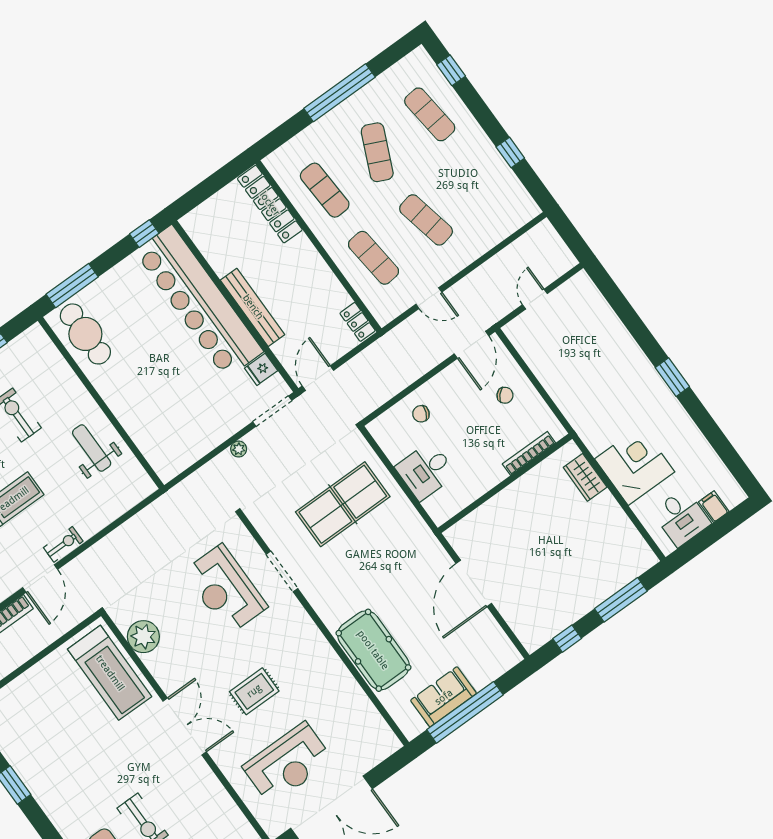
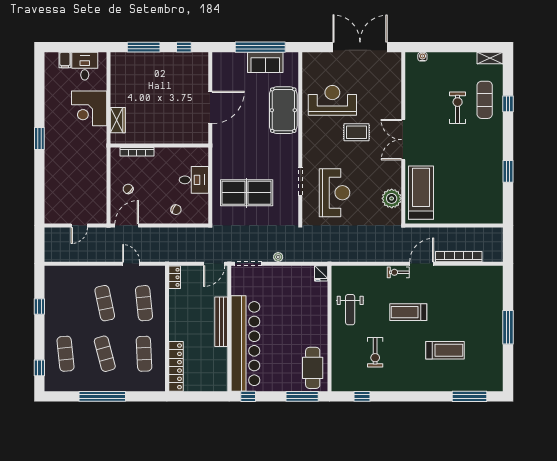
exercise mat: (377, 152) -> (105, 354), turned -39
fridge: (261, 369) -> (321, 273), moved, turned 90
reception desk: (288, 763) -> (332, 100), moved

